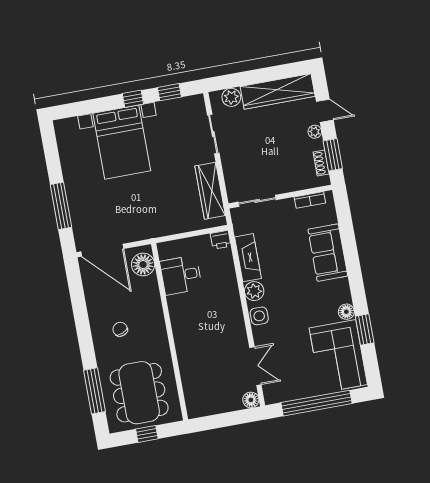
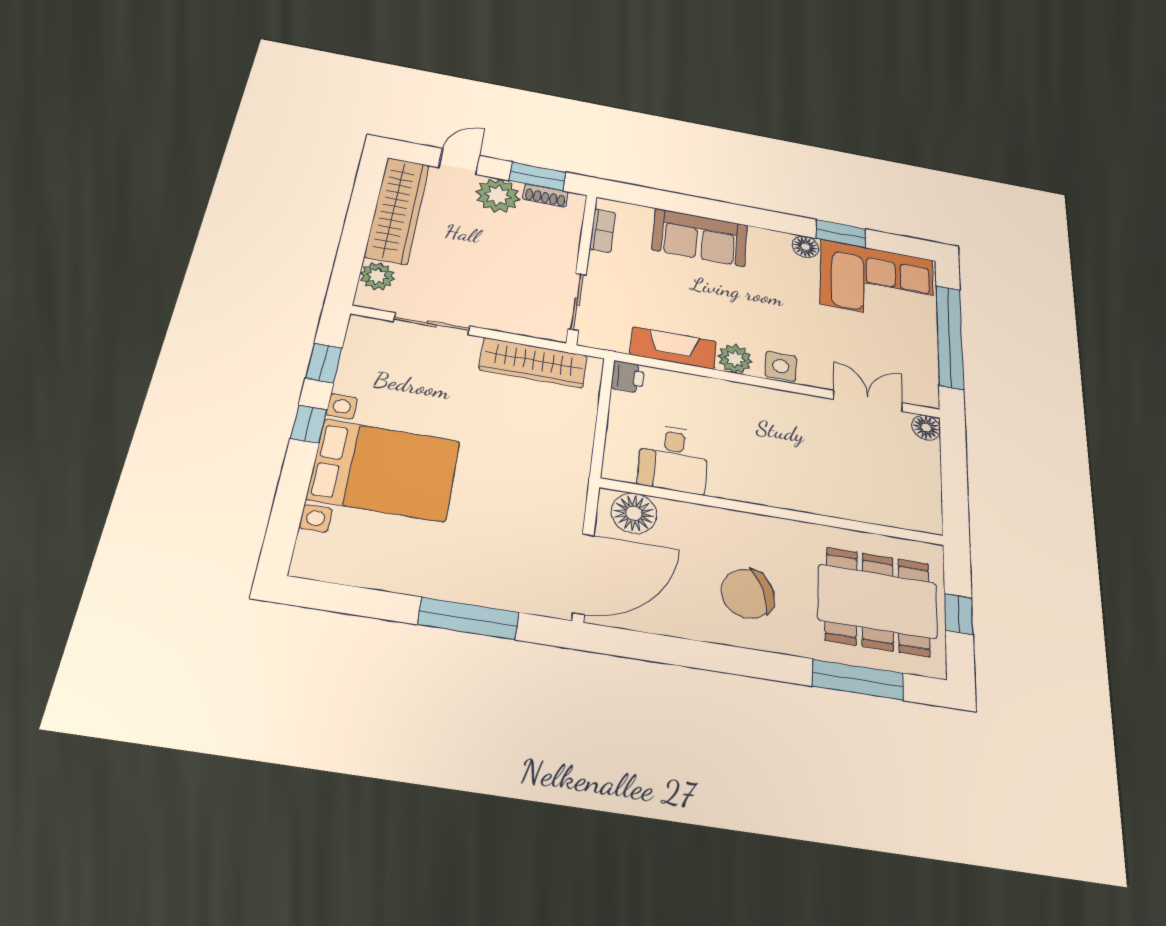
plant: (315, 132) -> (498, 196), width x1.87, depth x1.87
chair: (120, 329) -> (748, 594), width x1.87, depth x1.87

